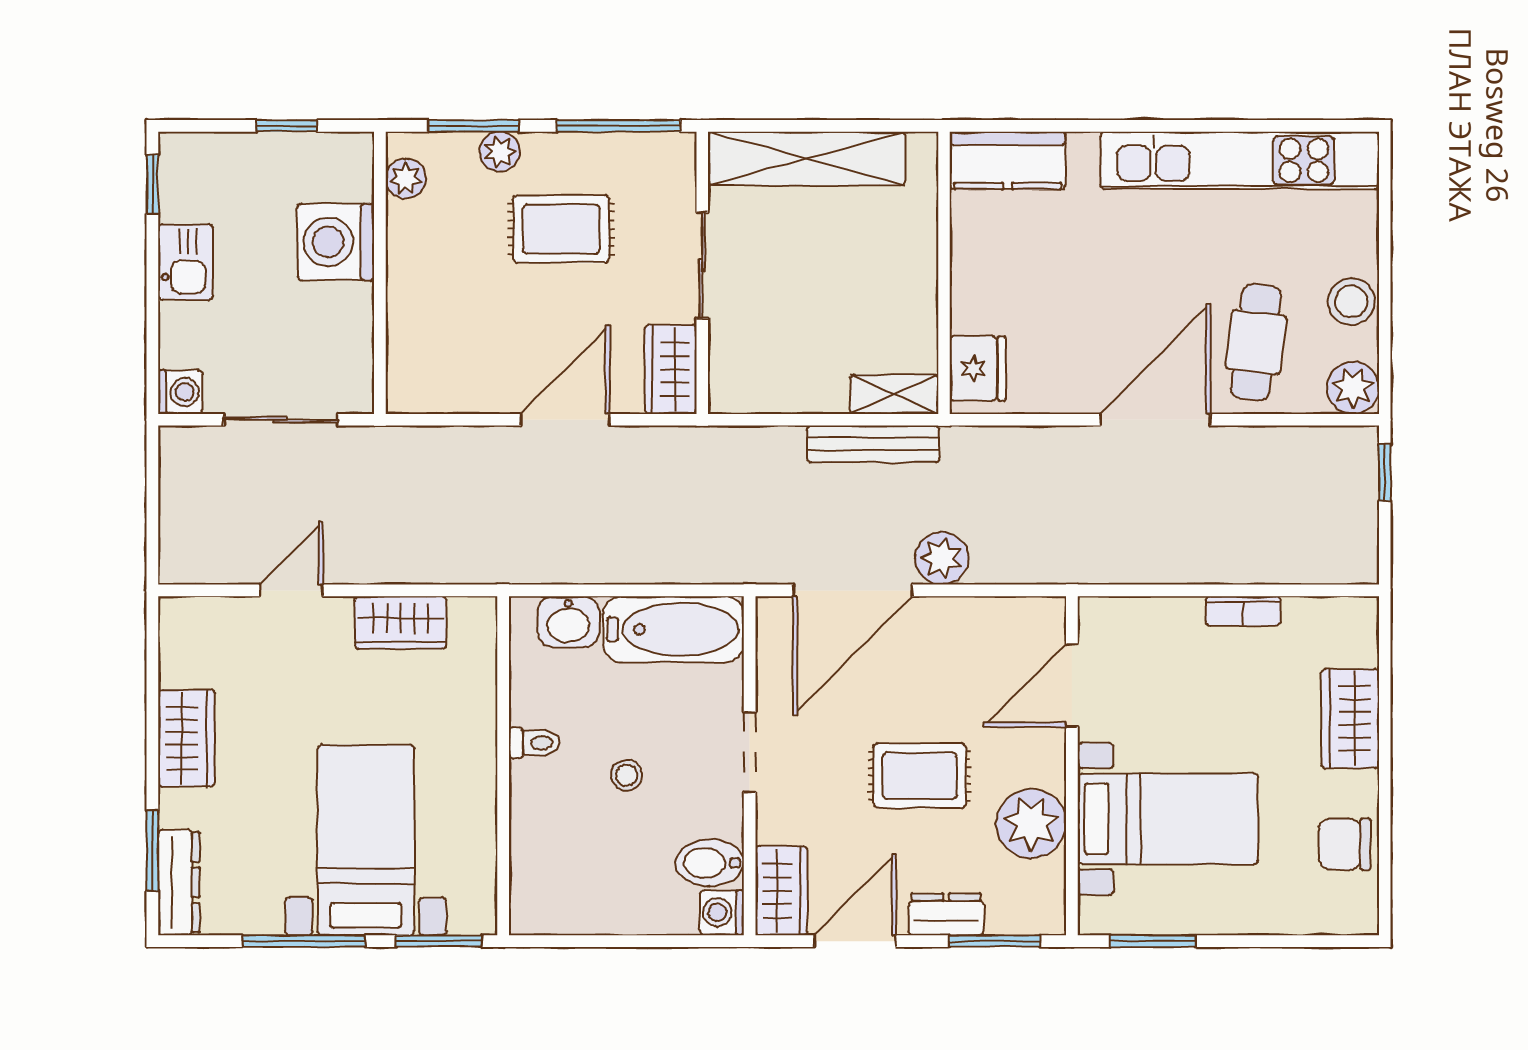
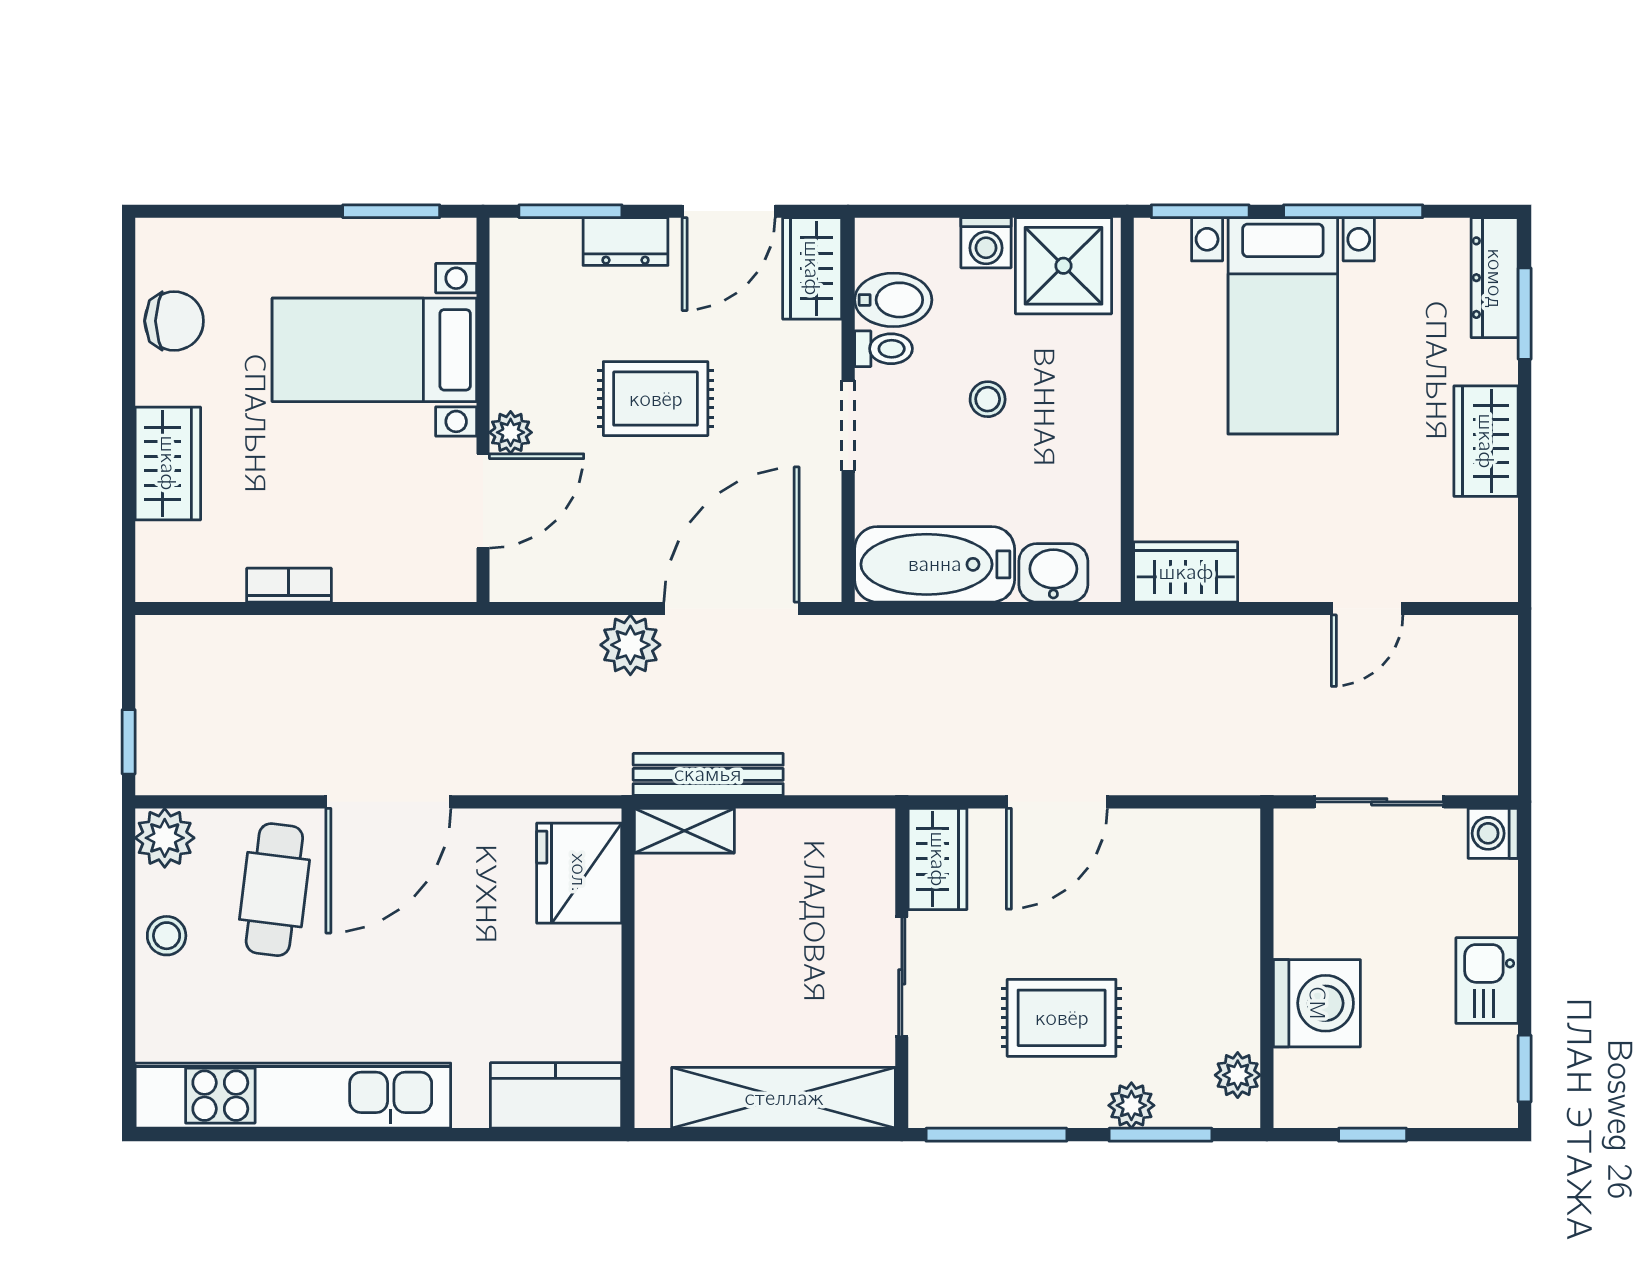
stool: (1351, 302) -> (167, 936), width x0.73, depth x0.73
fridge: (978, 369) -> (579, 873), width x1.36, depth x1.34
wardrobe: (400, 623) -> (1186, 572), moved
toilet: (534, 743) -> (884, 349), moved, turned 180
plant: (1031, 824) -> (511, 432), moved, width x0.53, depth x0.53
shower: (559, 893) -> (1063, 266), added
washing machine: (722, 912) -> (986, 243), moved, turned 90

